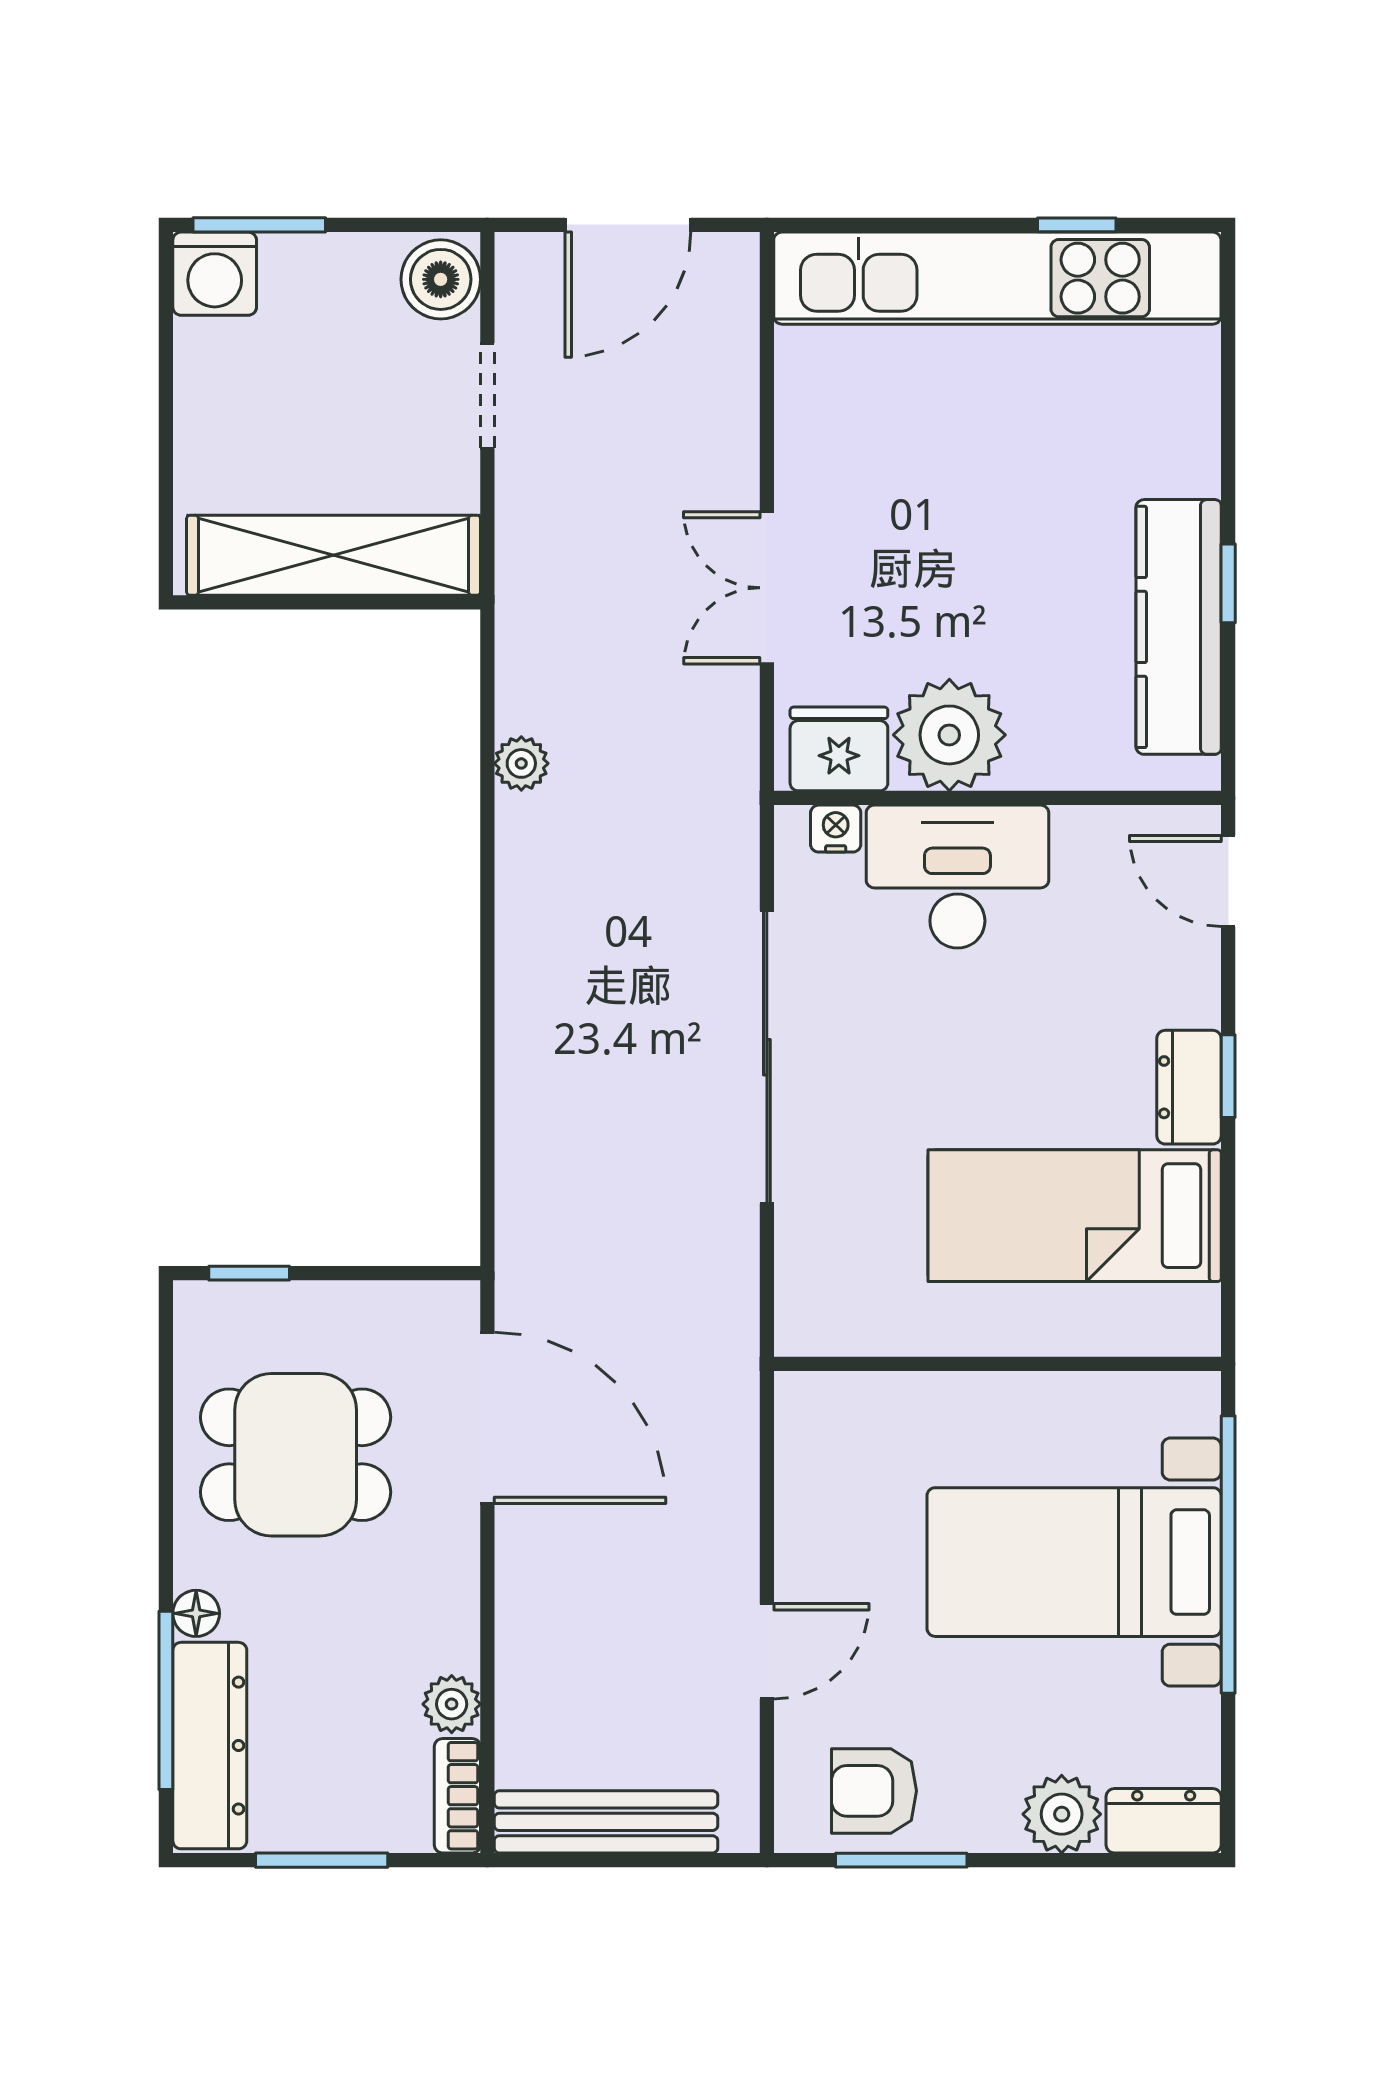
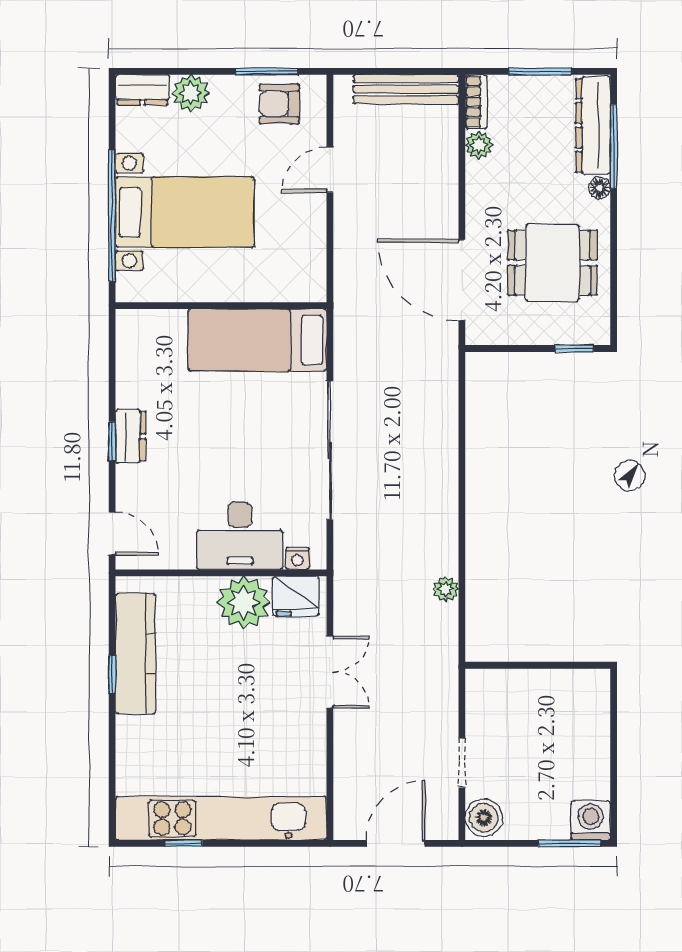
shelving: (334, 555) -> (535, 687), removed
bed: (1075, 1216) -> (257, 340), moved, turned 180
armchair: (874, 1791) -> (279, 104), turned 180

